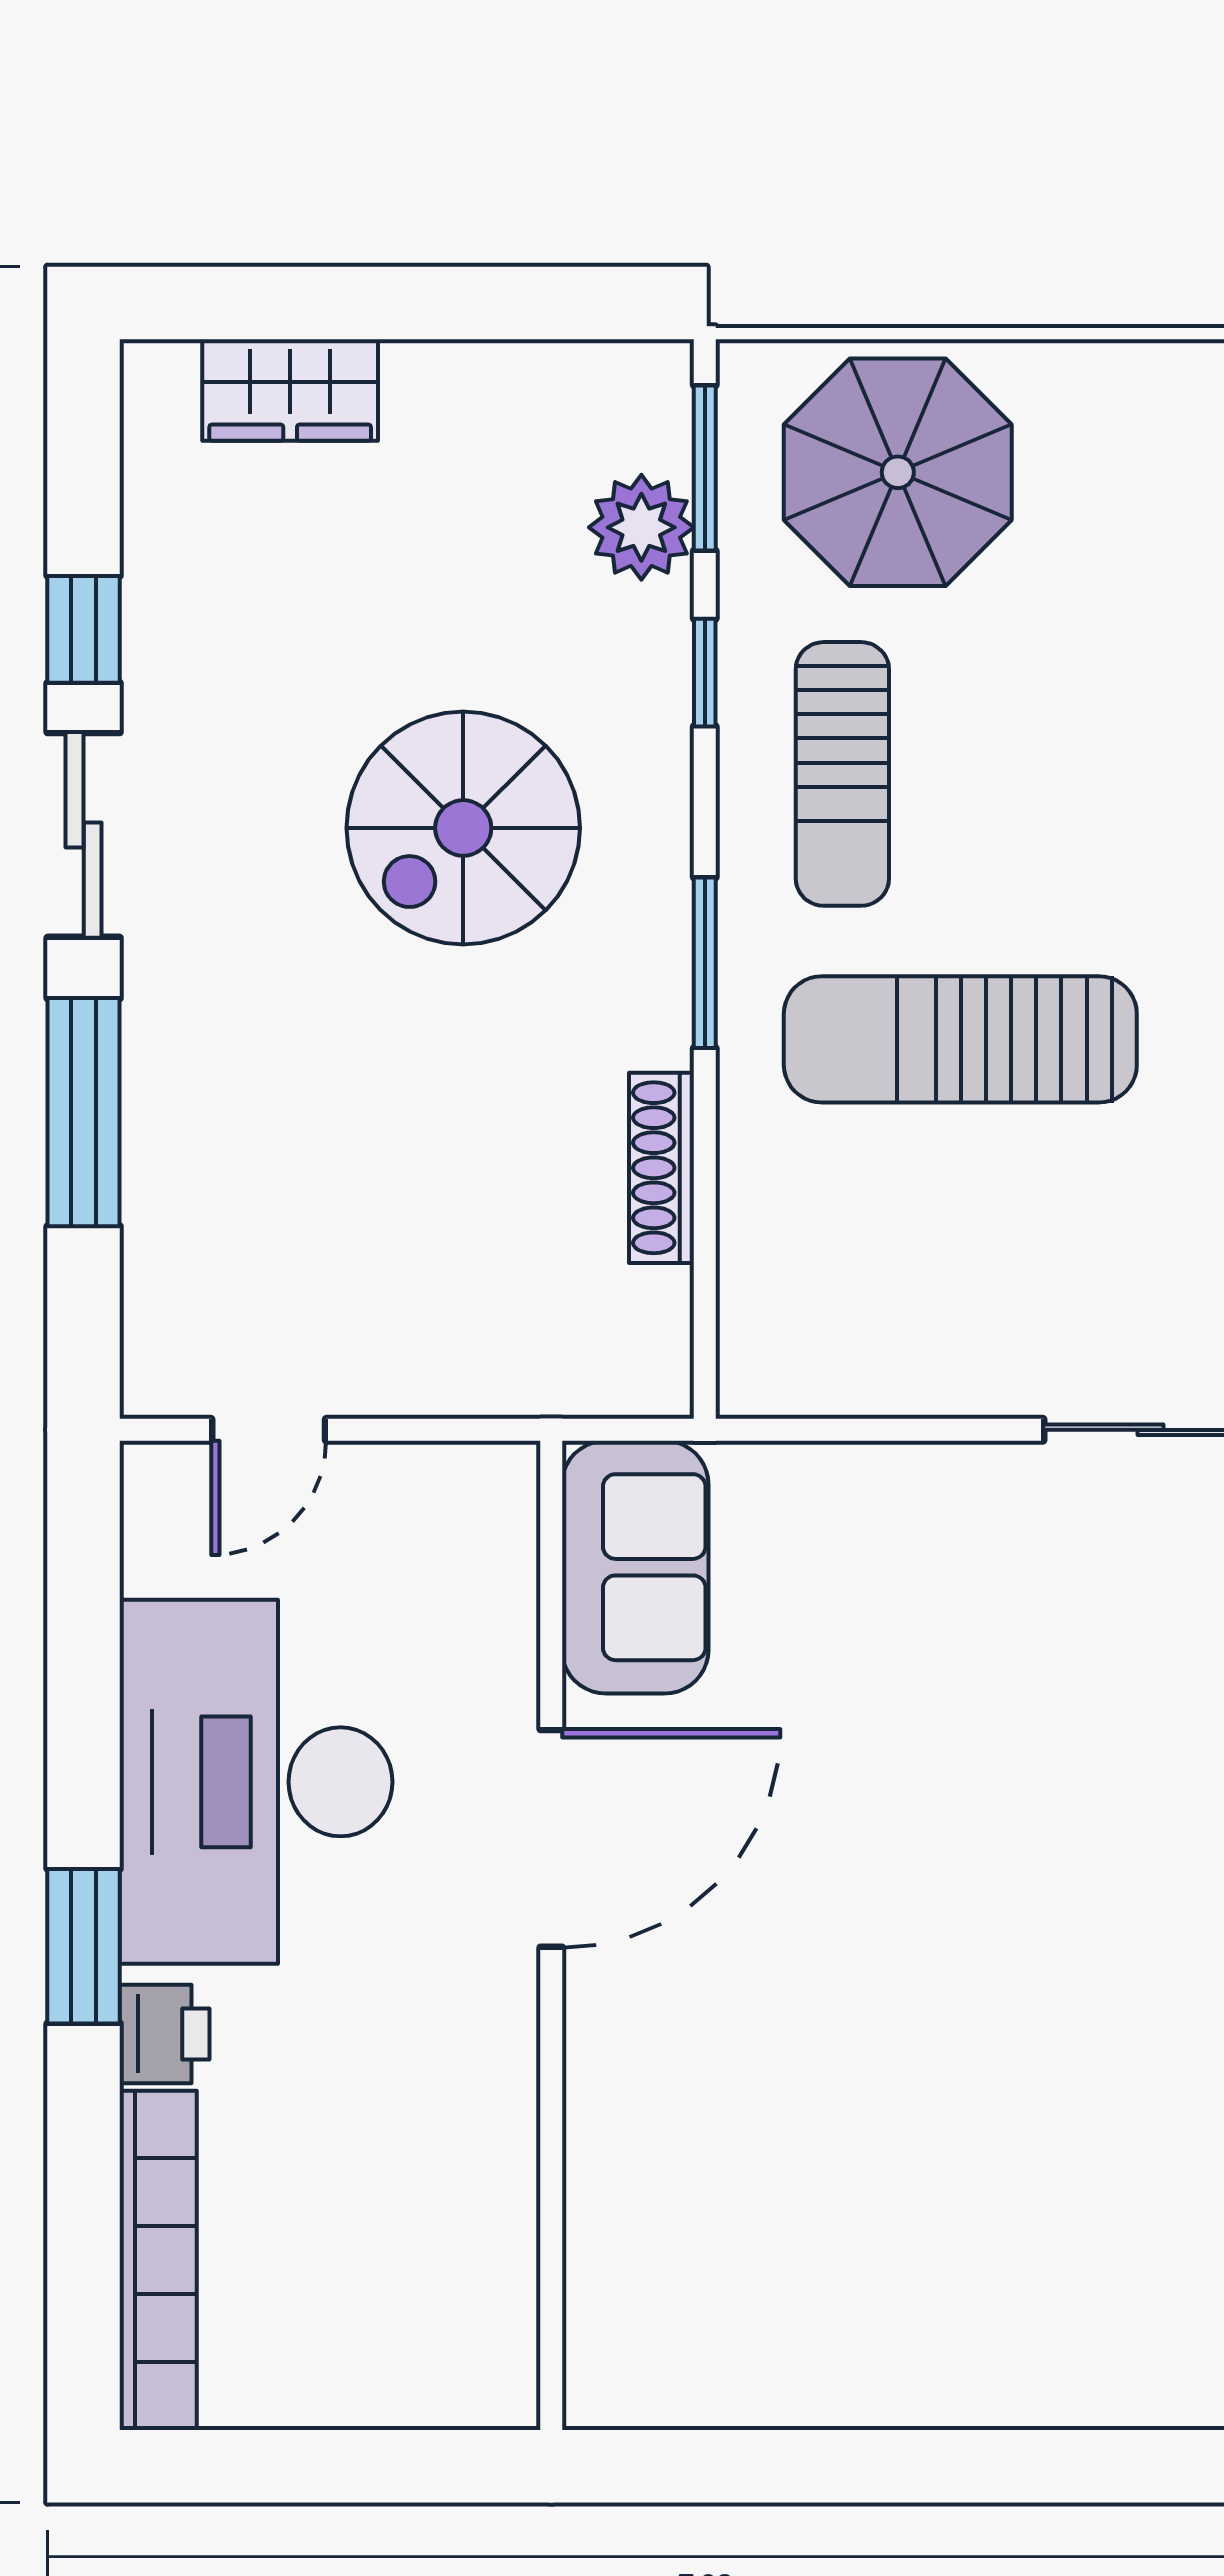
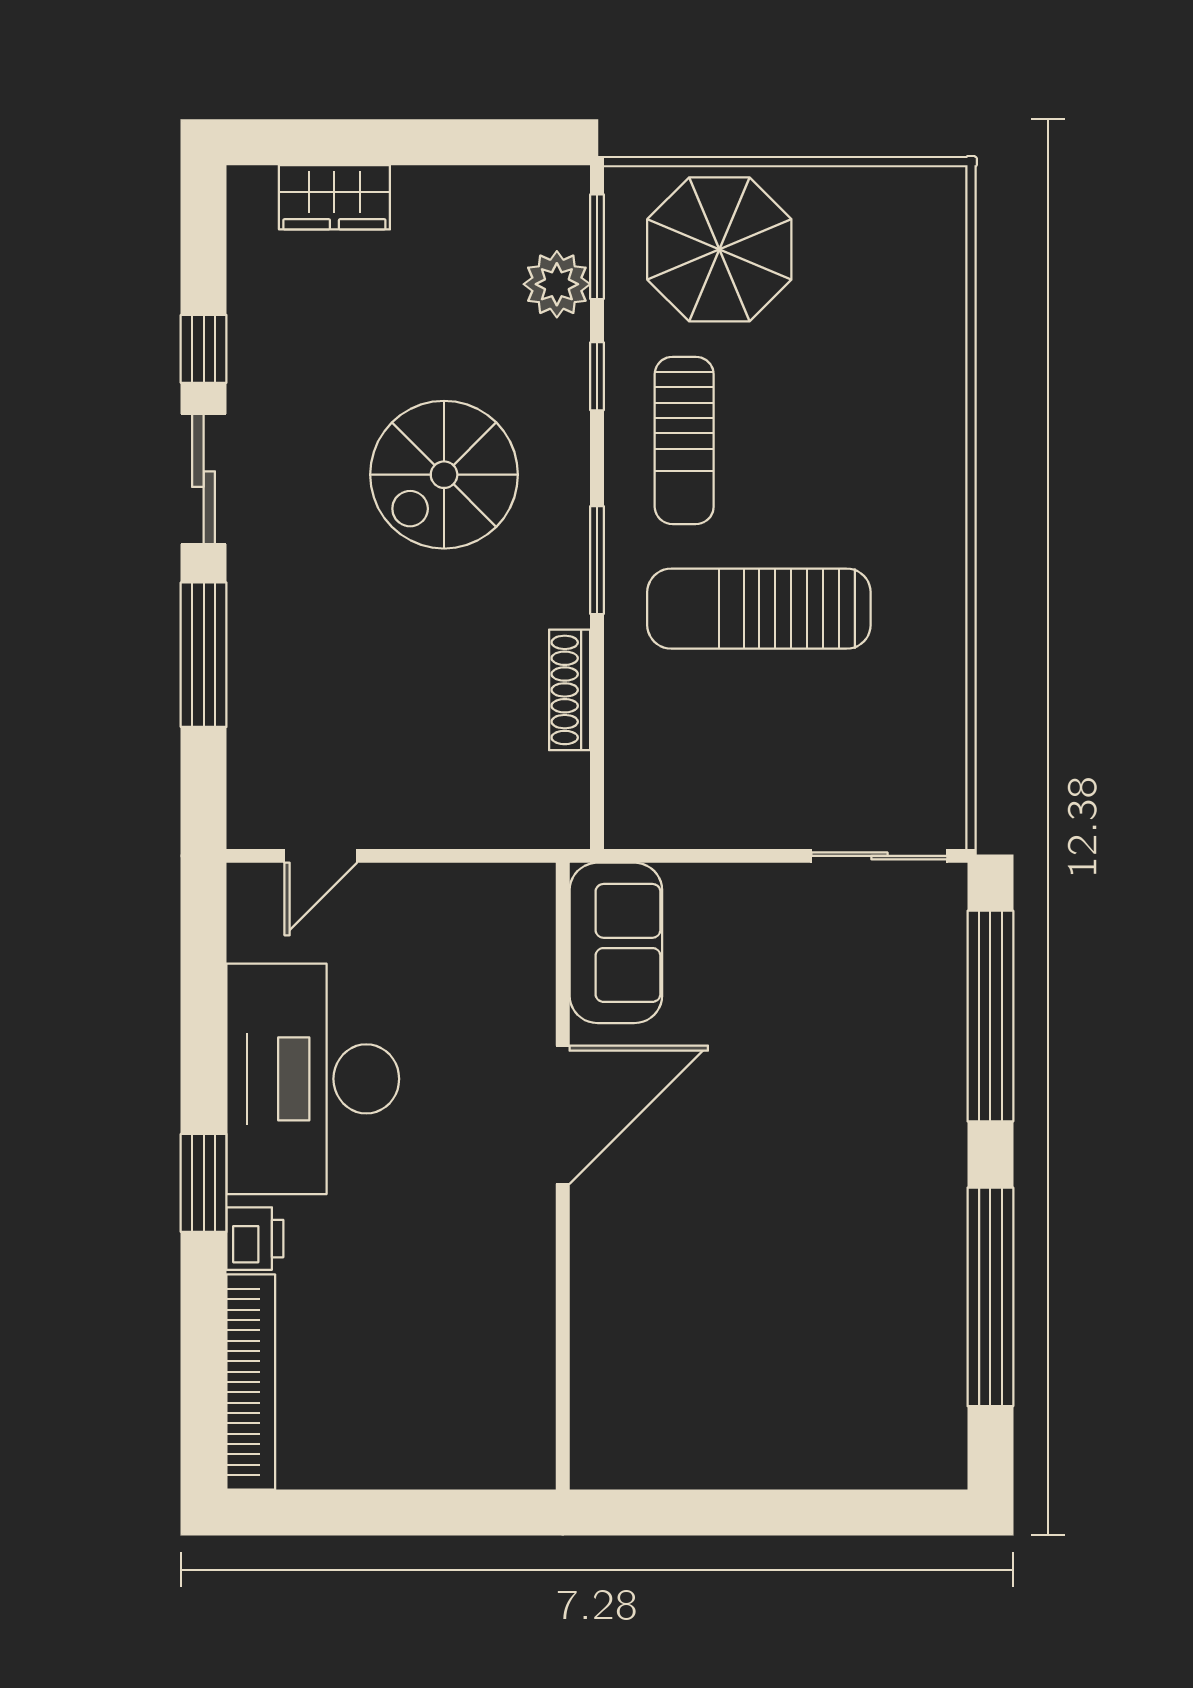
sofa: (635, 1567) -> (616, 943), moved
door: (551, 1838) -> (563, 1115), moved
wall: (551, 1935) -> (563, 1176), moved

